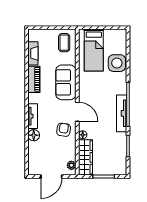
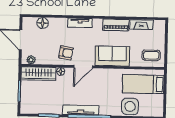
floor lamp: (34, 135) -> (43, 23), moved

